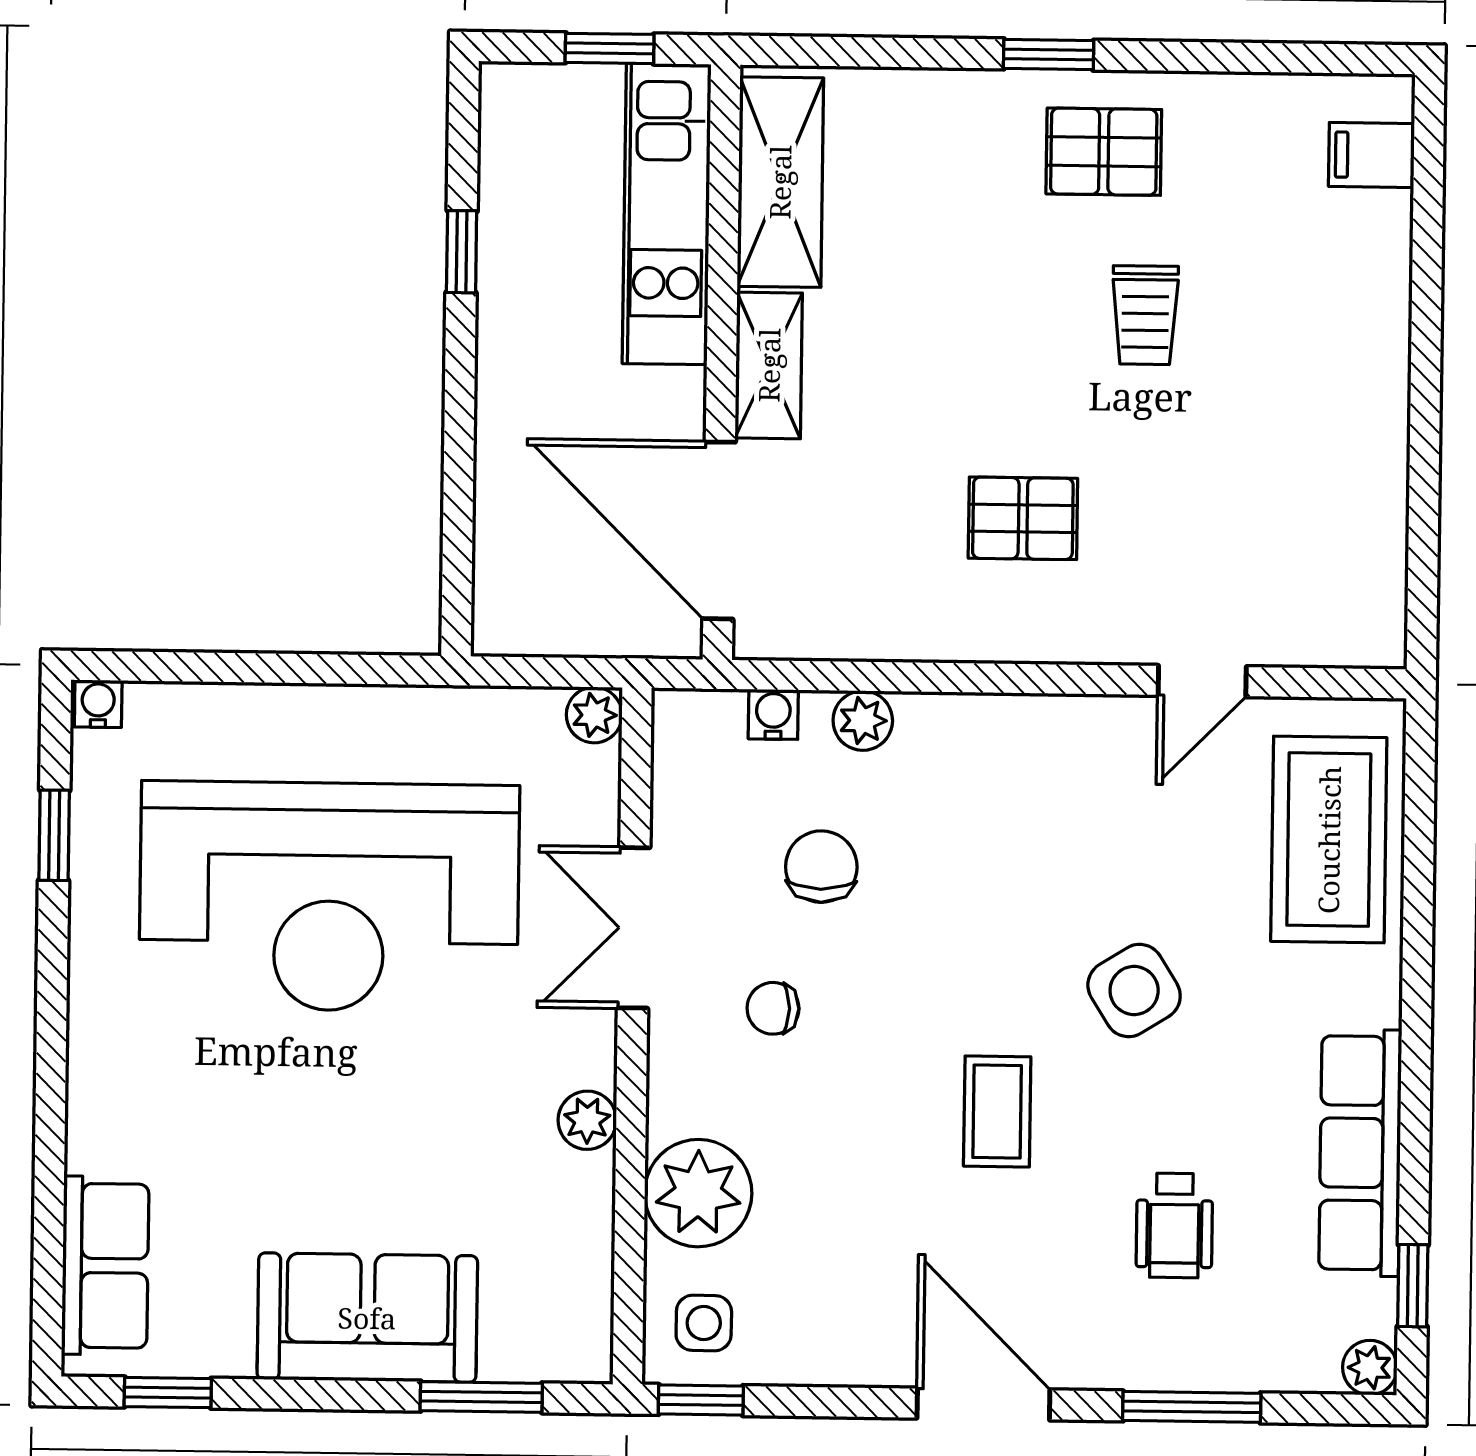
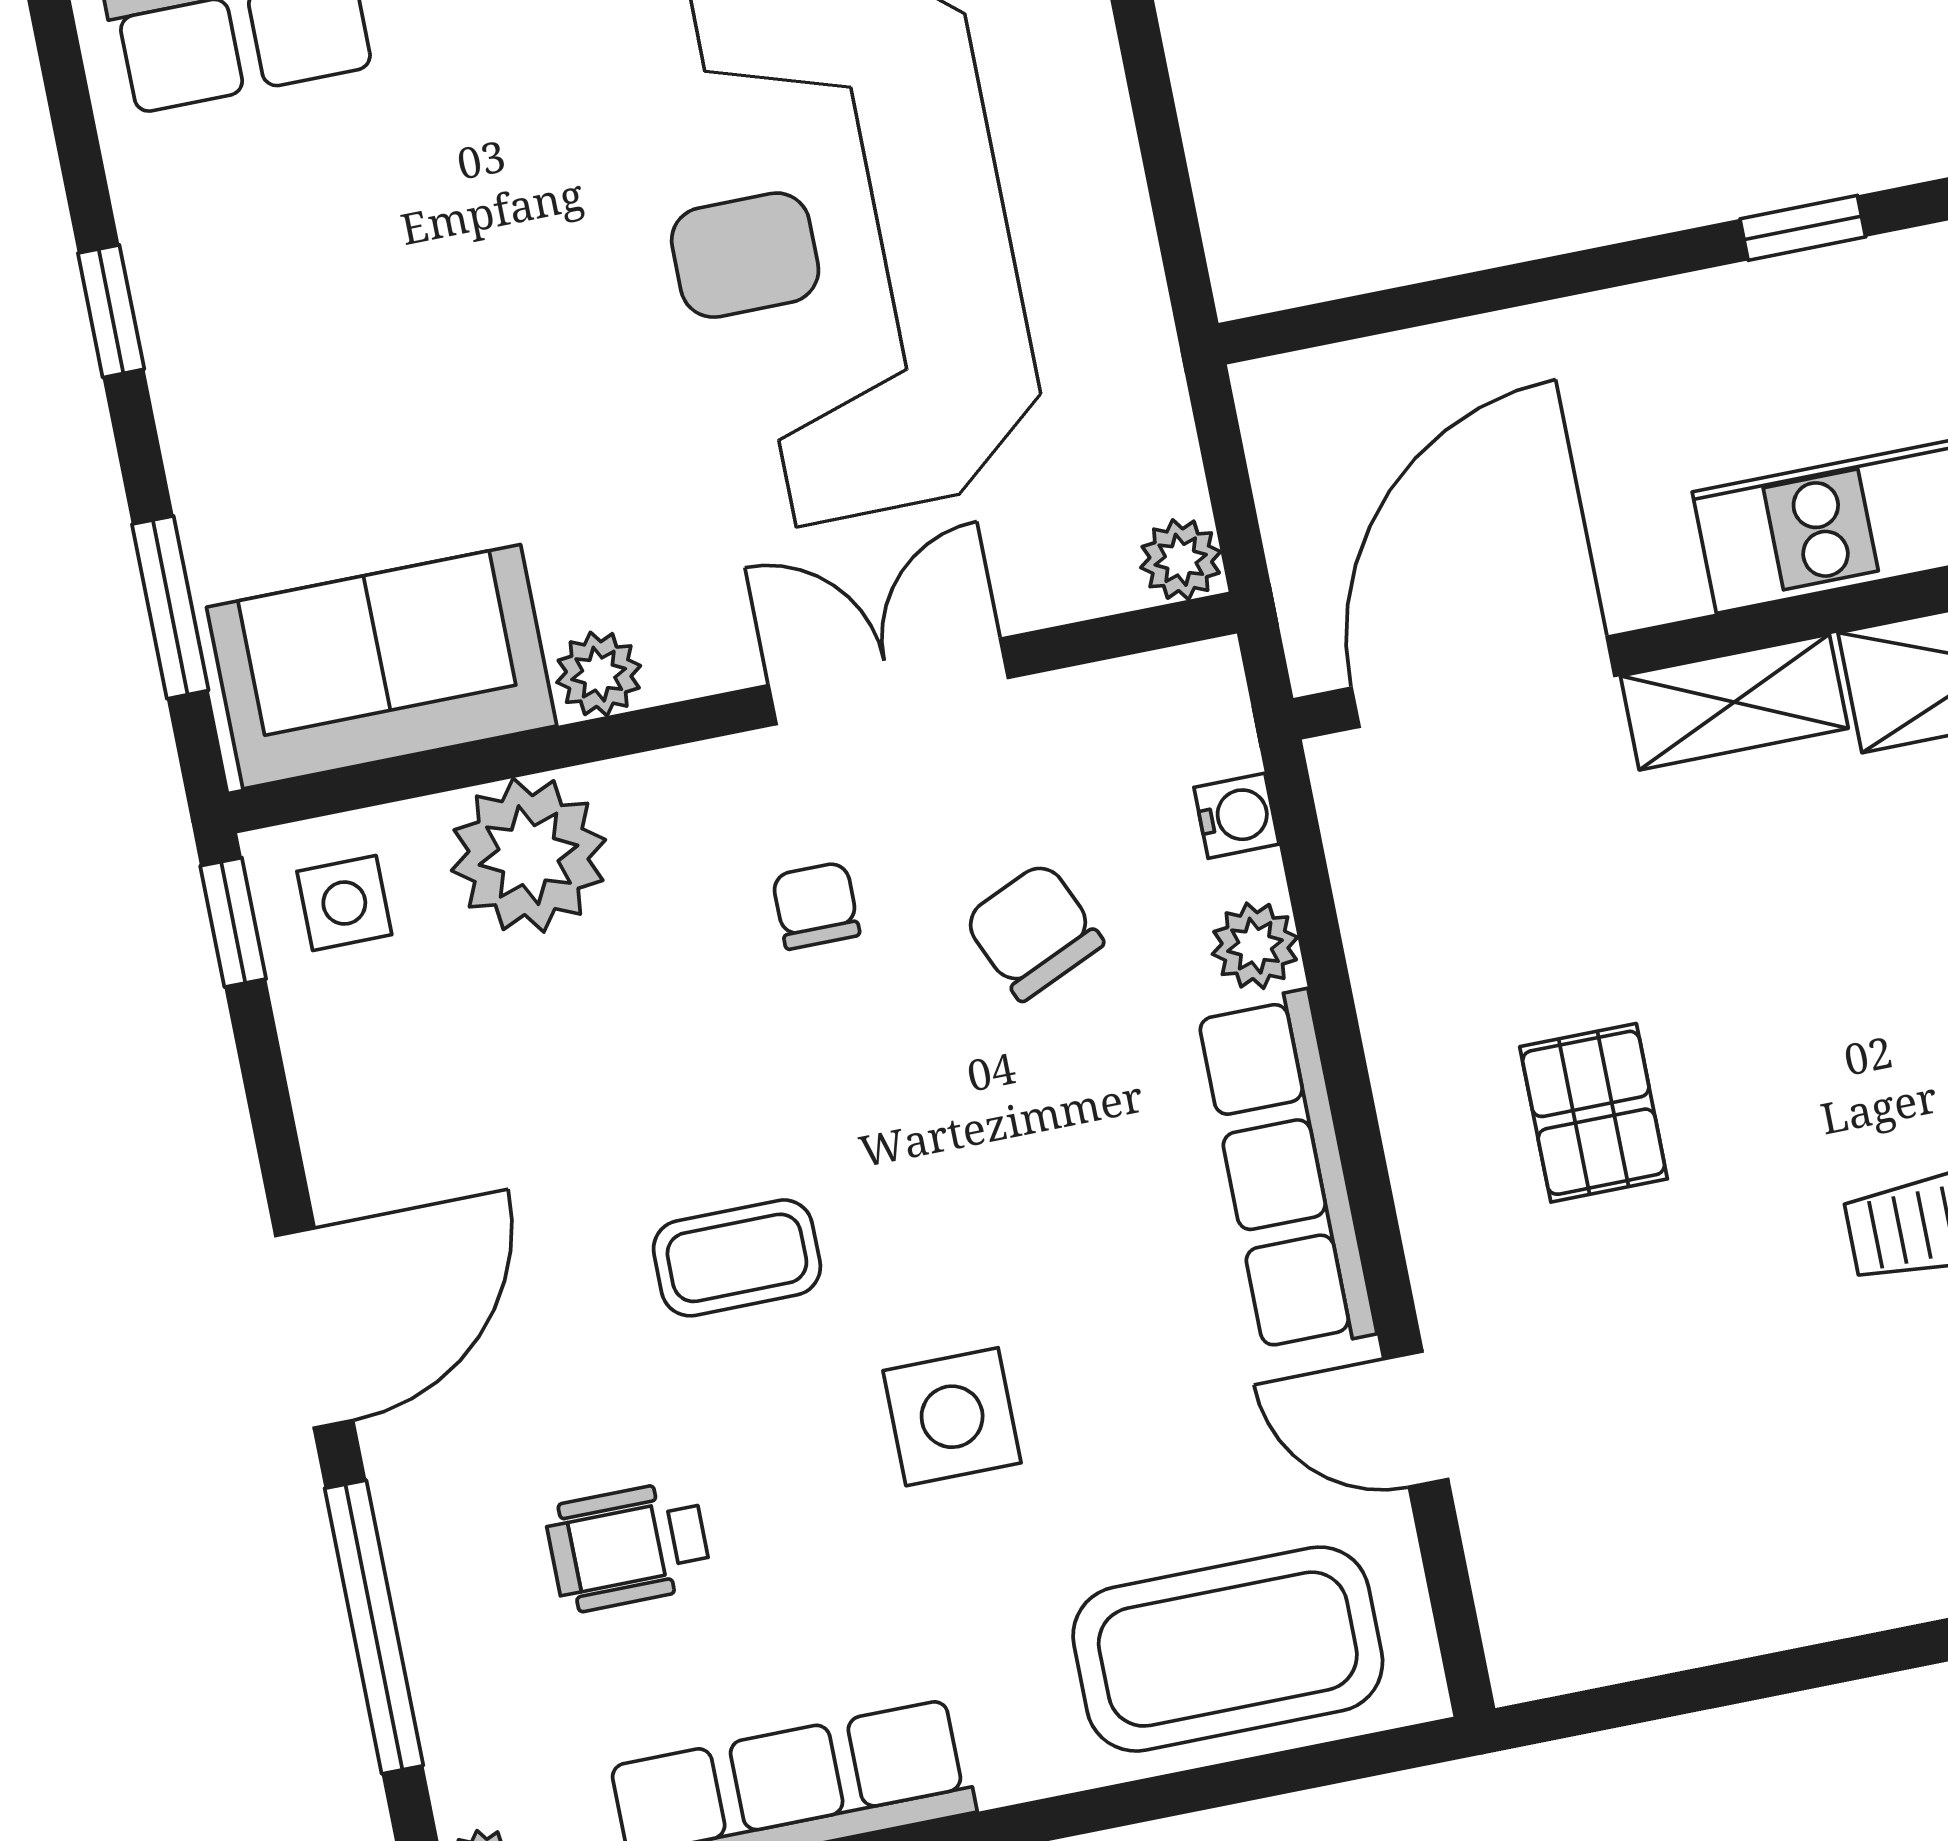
row of seats: (1019, 732) -> (1287, 1172), added
chair: (821, 867) -> (1033, 931), turned -114
side table: (1134, 991) -> (952, 1417), turned 32
sofa: (367, 1318) -> (382, 667), moved, turned -90
window: (168, 1393) -> (111, 311), moved
window: (1192, 1407) -> (374, 1627), width x1.44

